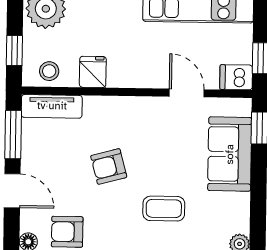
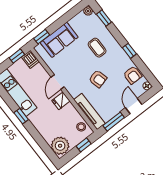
fridge: (93, 72) -> (61, 101), moved
door: (187, 93) -> (58, 82), moved
tv unit: (52, 106) -> (89, 112), width x1.41

